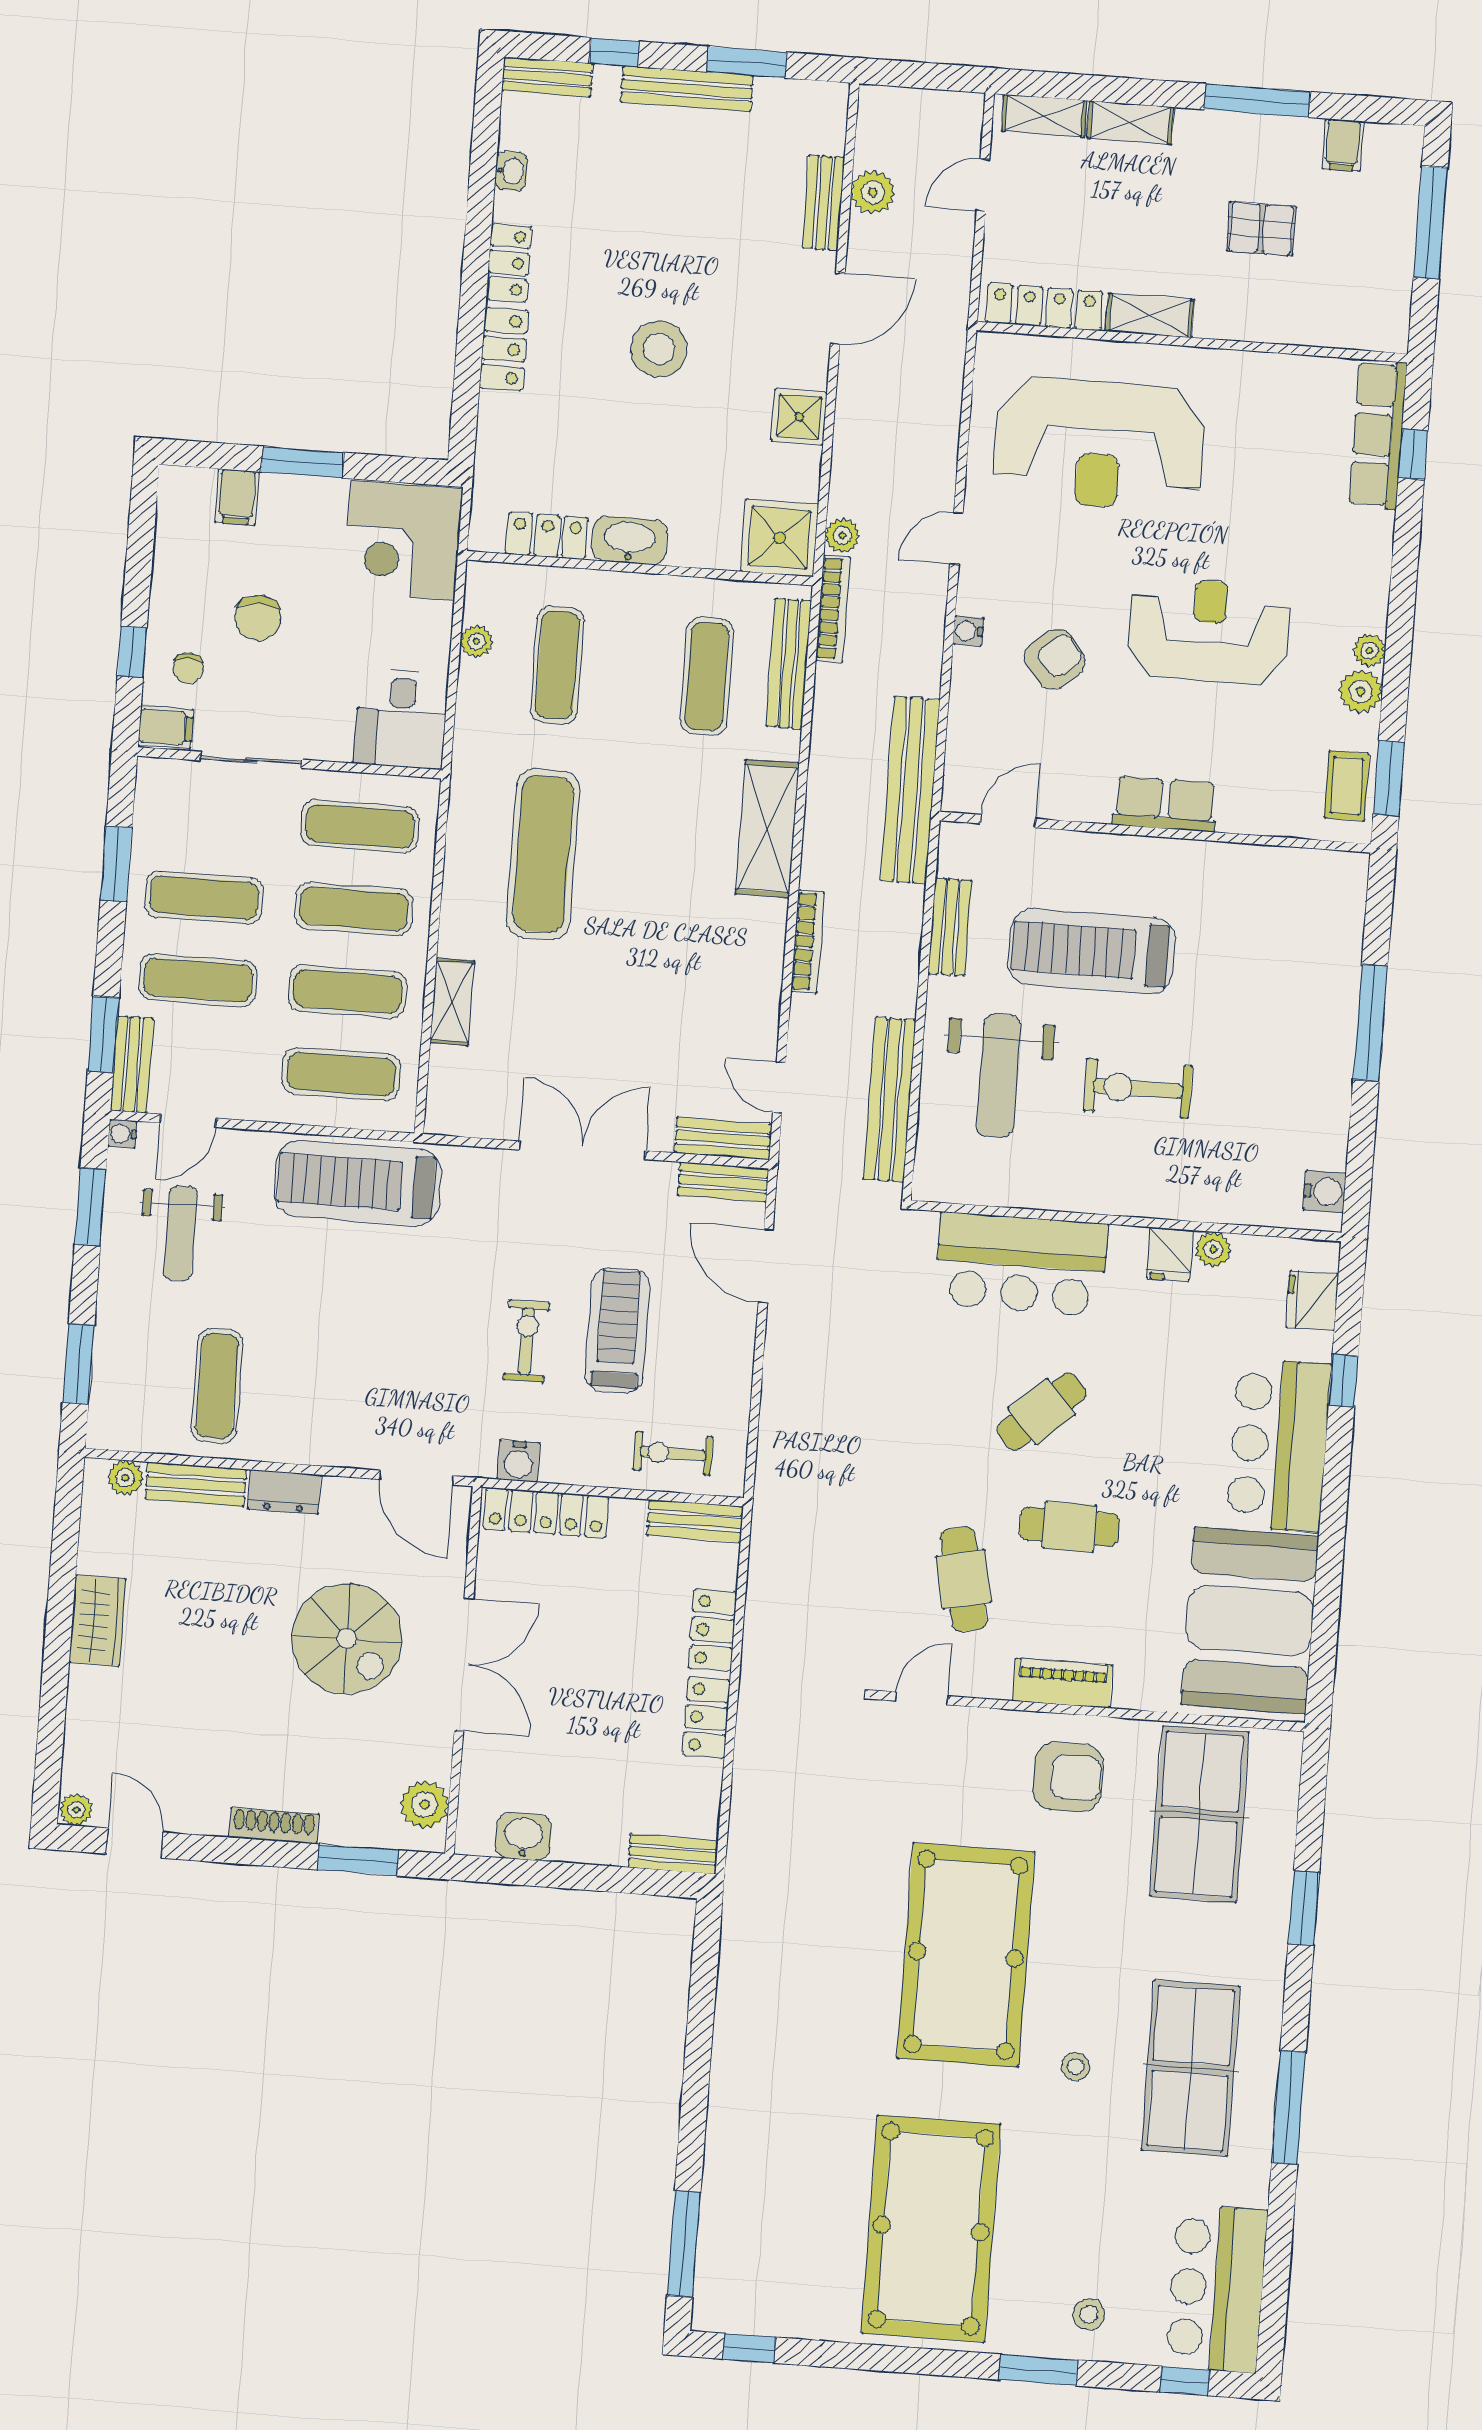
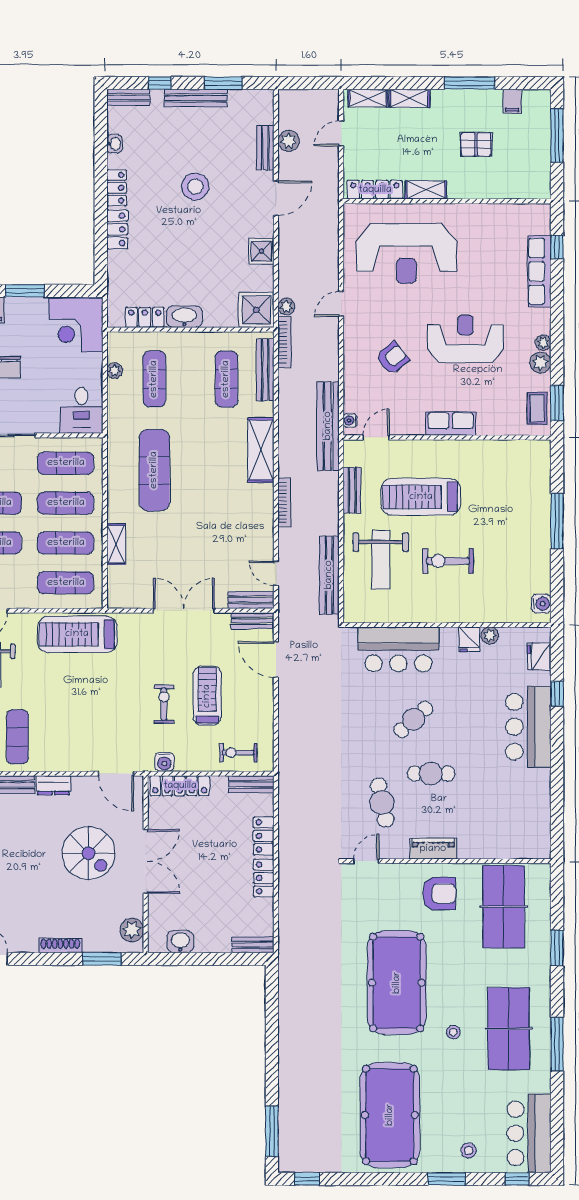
stool: (659, 349) -> (195, 187), moved
row of seats: (1378, 435) -> (539, 271), moved
water cooler: (968, 631) -> (350, 420), moved
booth: (1250, 1620) -> (521, 812), removed

